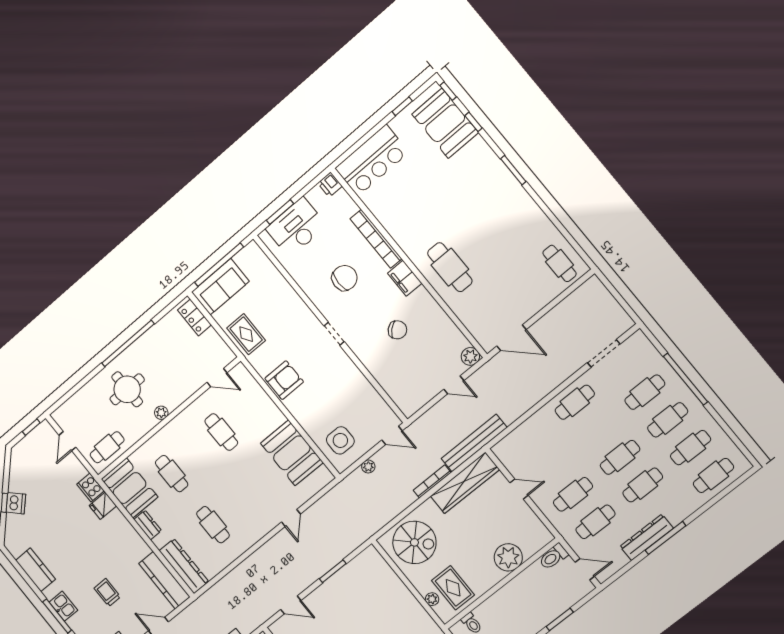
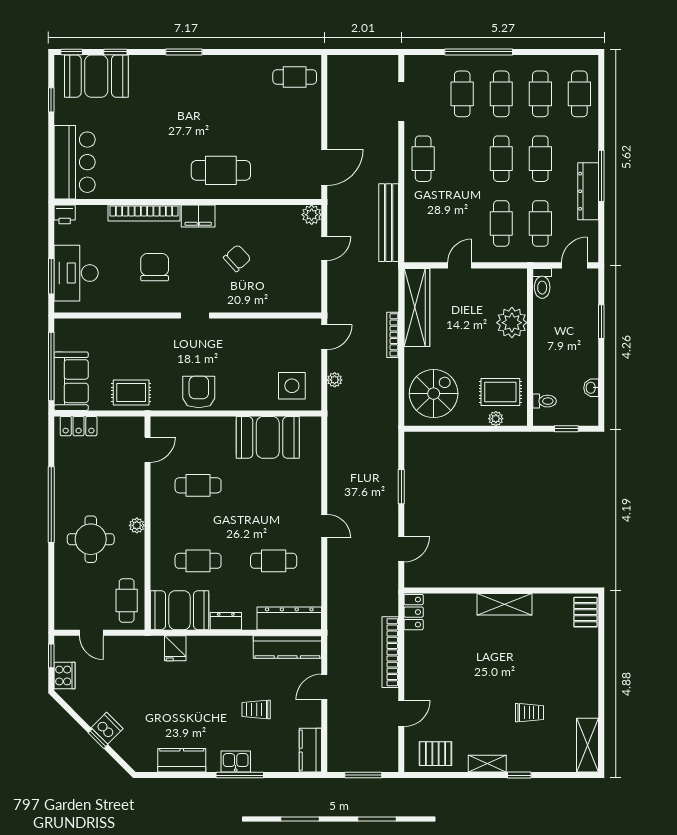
bench: (474, 443) -> (389, 223), moved
cooker: (90, 487) -> (65, 676), moved, turned -90
door: (291, 518) -> (324, 526), moved

